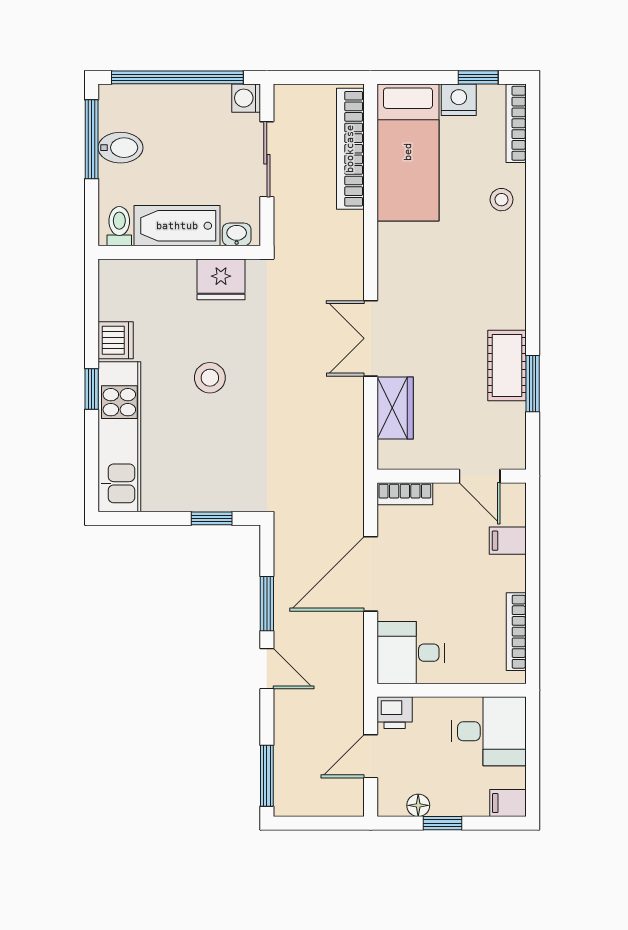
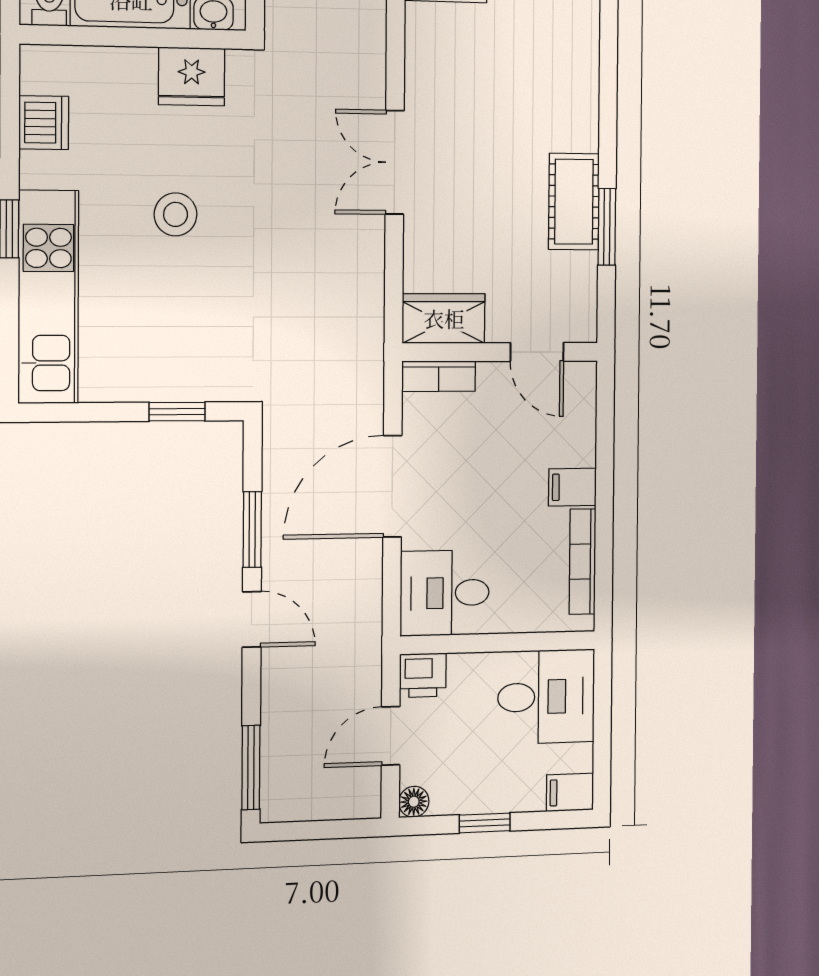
dishwasher: (116, 340) -> (44, 123), moved
wardrobe: (395, 408) -> (444, 318), moved, turned -90
filing cabinet: (508, 541) -> (572, 487), moved
floor lamp: (418, 805) -> (414, 802), moved

